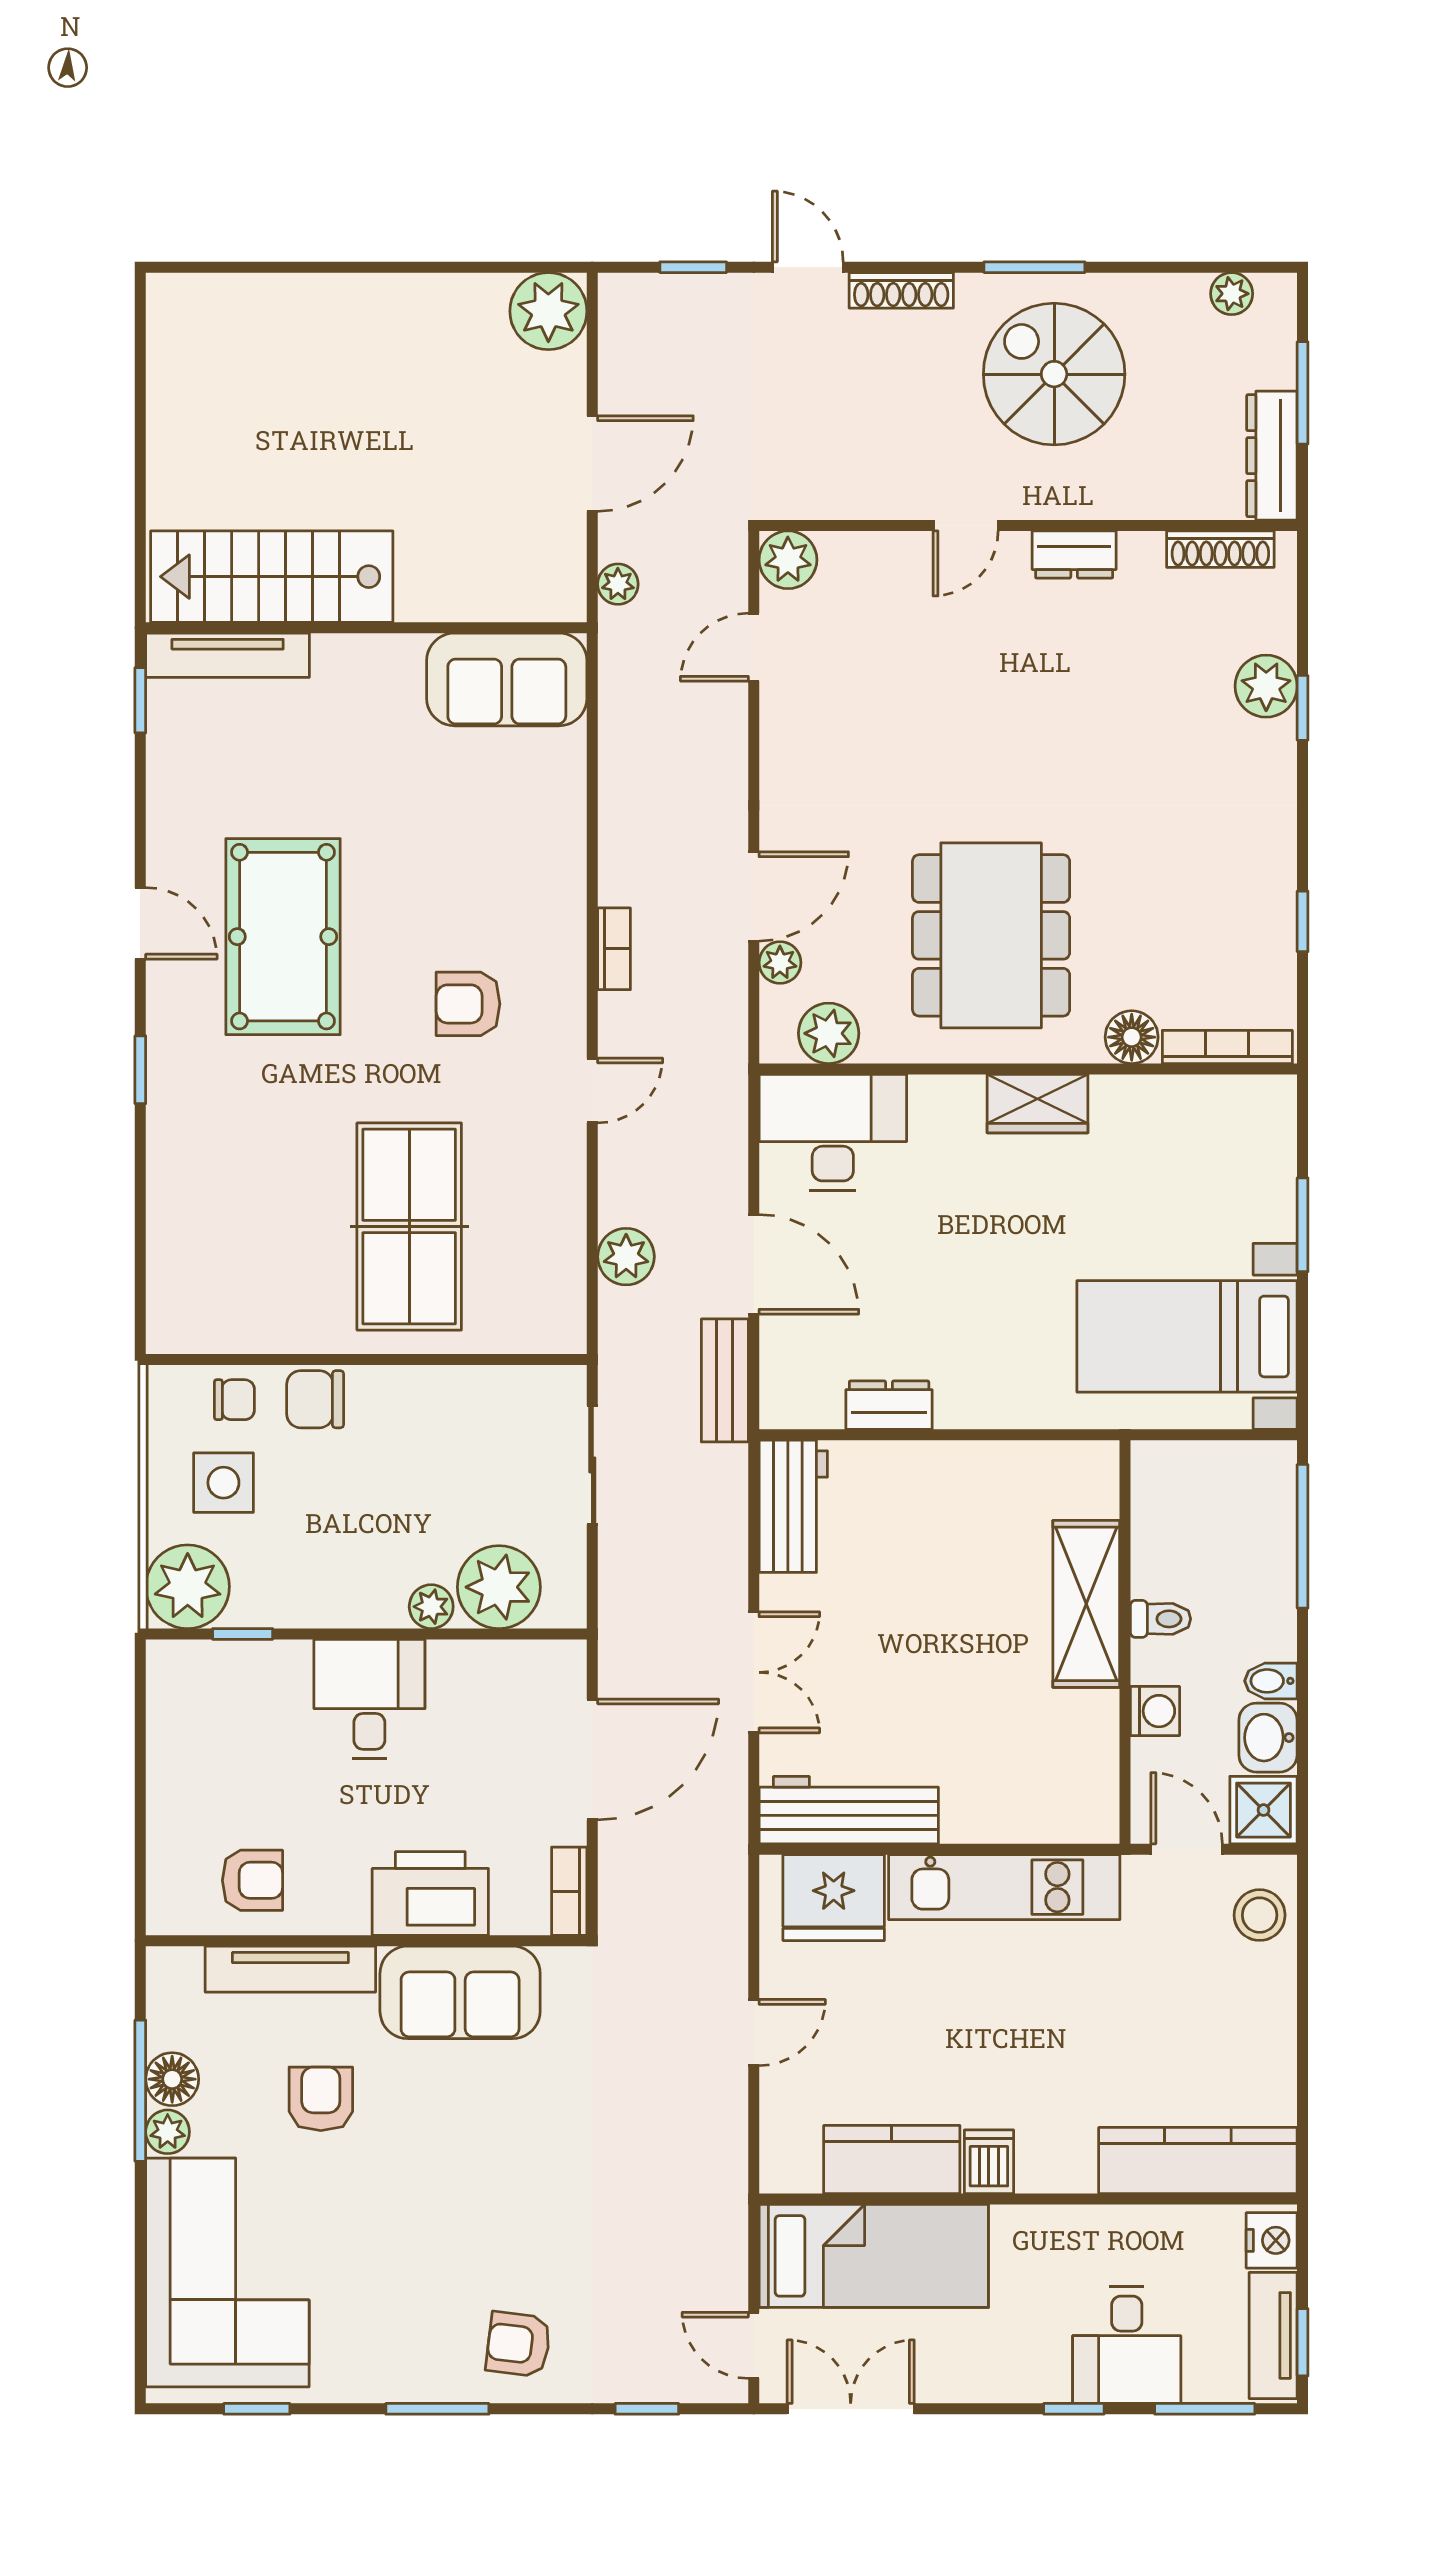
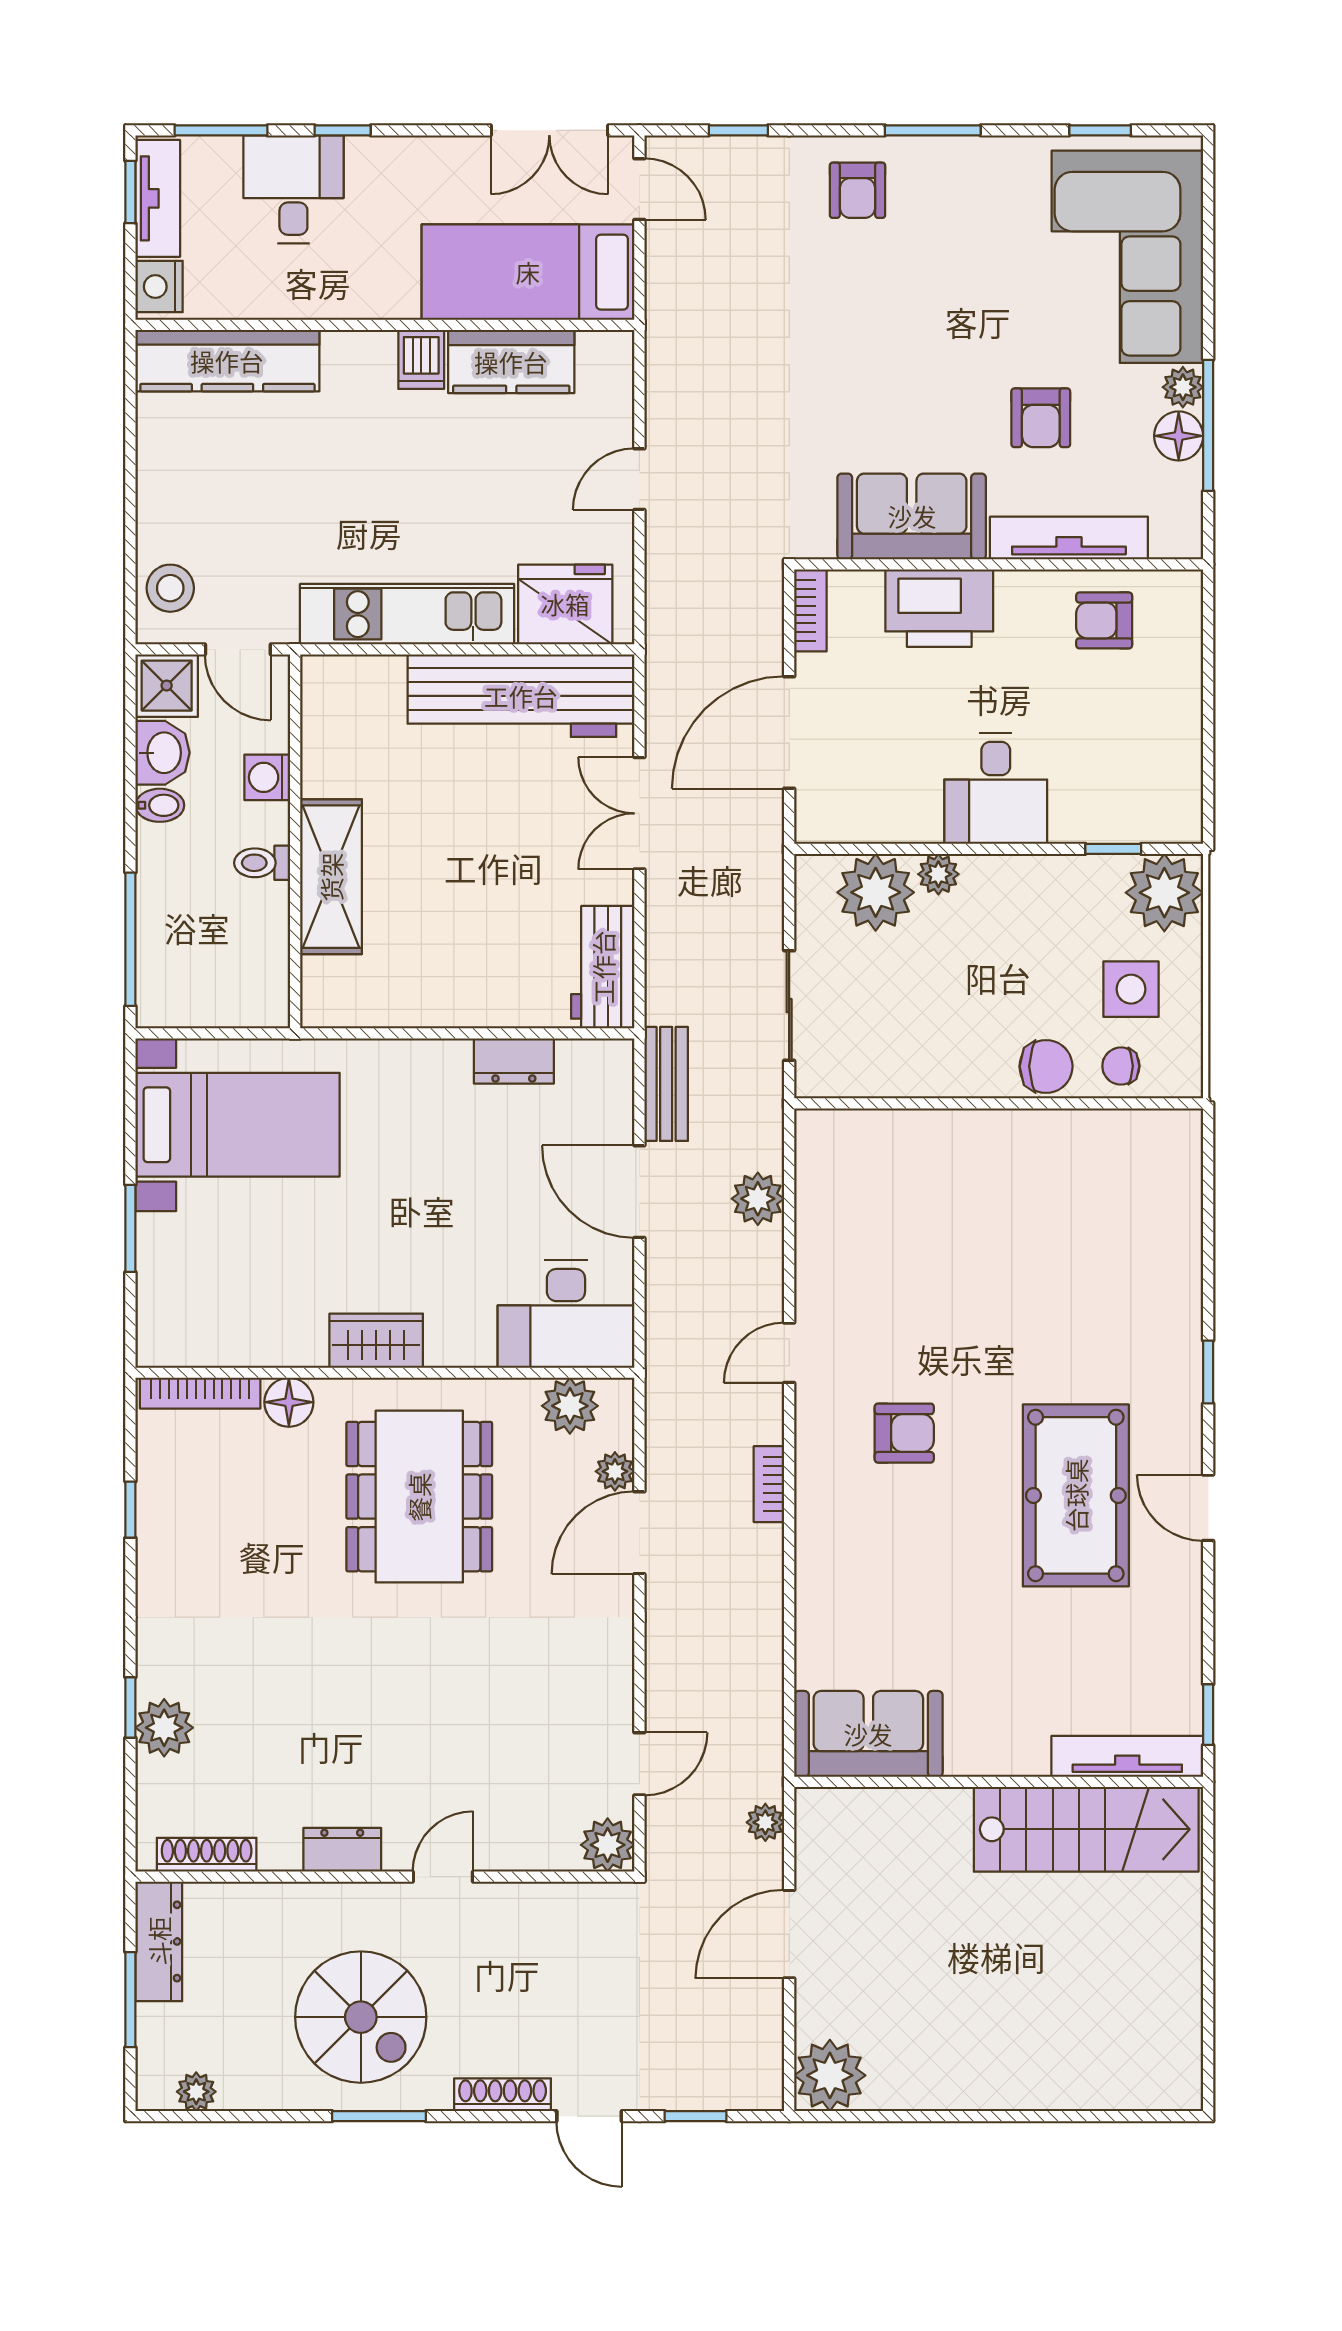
table tennis table: (409, 1227) -> (959, 1227), removed
workbench: (849, 1810) -> (521, 696), width x1.36, depth x1.32
armchair: (518, 2344) -> (857, 190), turned 83

